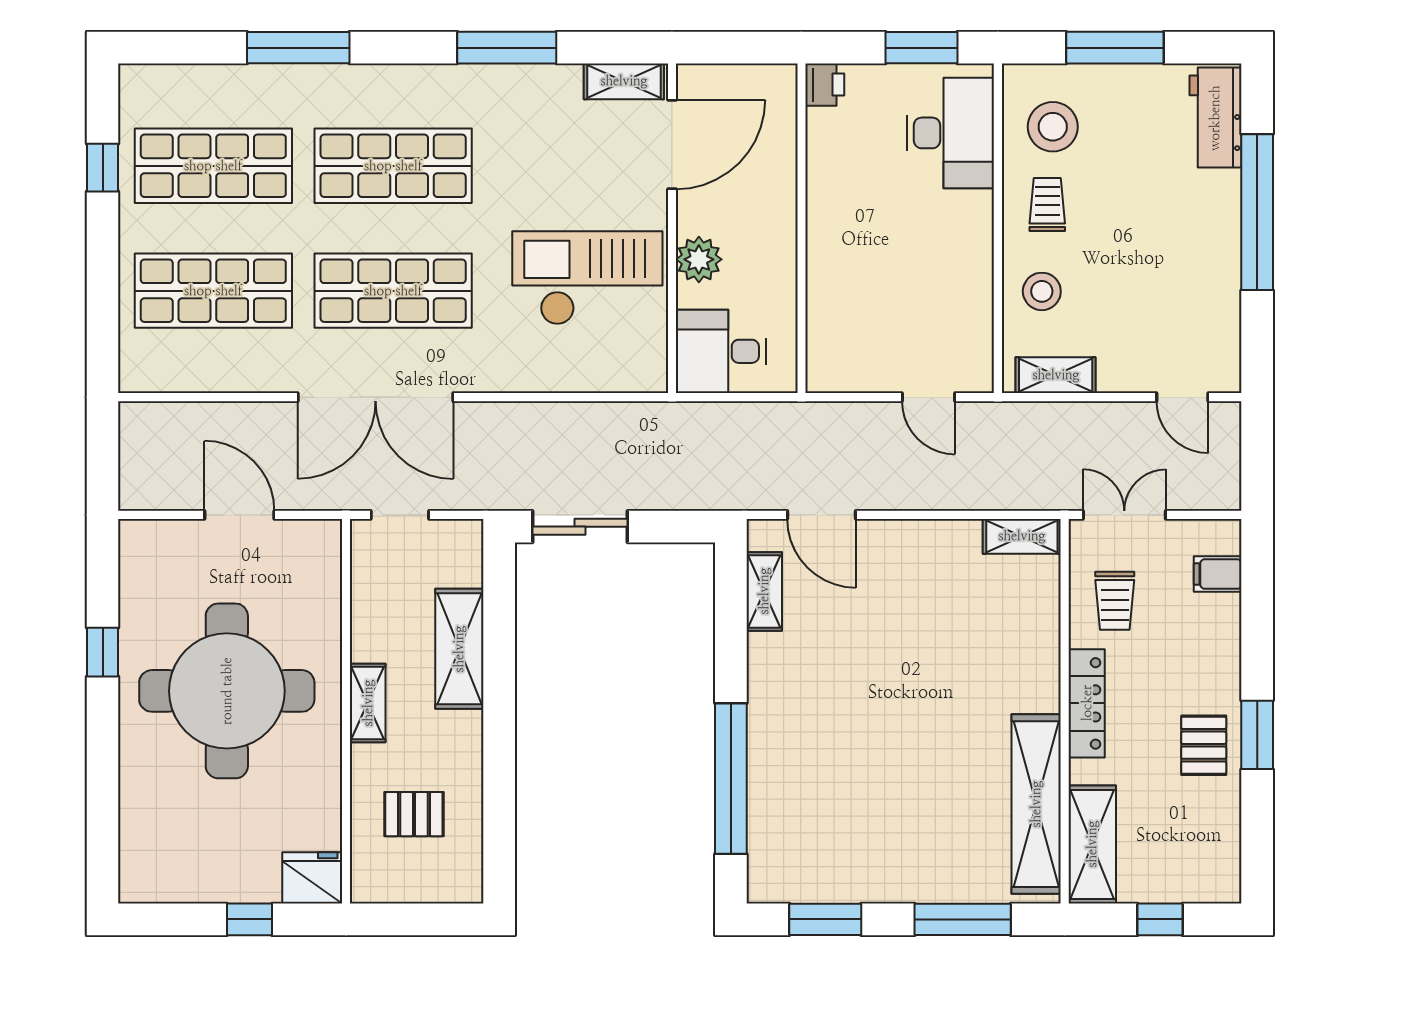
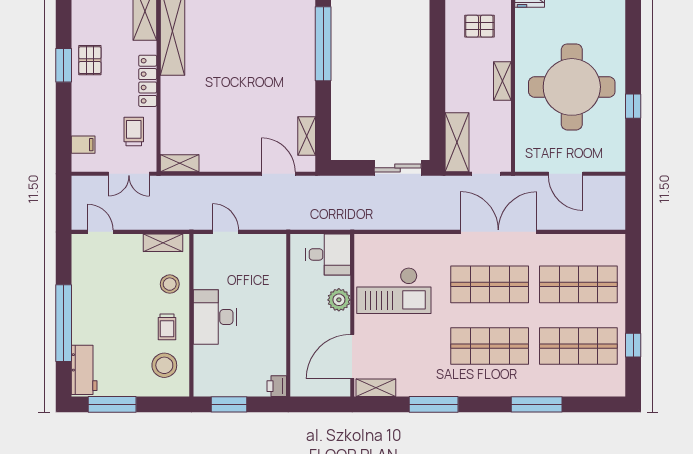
window: (1115, 48) -> (112, 404), moved
desk: (950, 133) -> (215, 317), moved
shelving: (459, 649) -> (457, 142), moved

